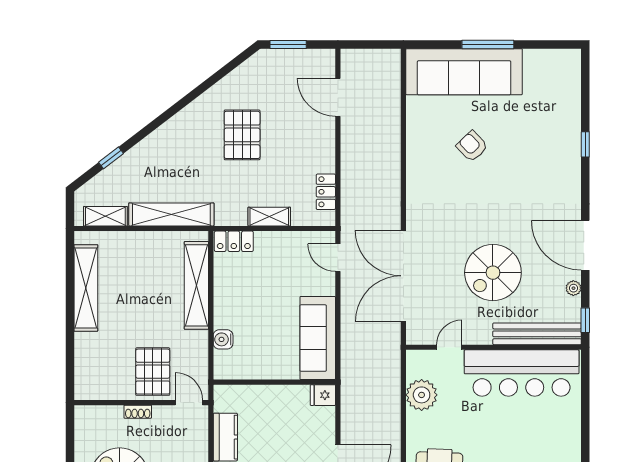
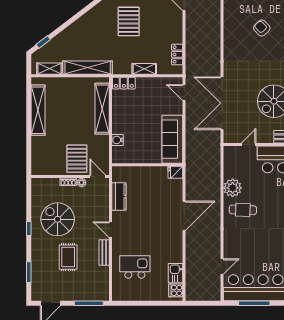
window: (111, 158) -> (43, 42), moved
plant: (422, 395) -> (233, 188), moved
plant: (161, 413) -> (82, 183), added

